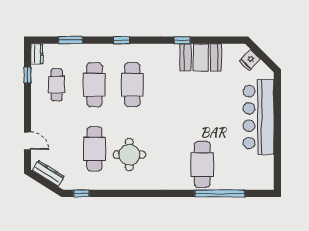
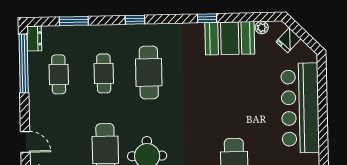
plant: (228, 49) -> (262, 28), added
window: (27, 75) -> (24, 64), width x3.17
cafe table: (94, 85) -> (104, 73), width x0.73, depth x0.74

